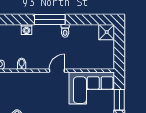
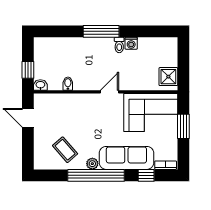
washing machine: (26, 29) -> (131, 43), moved
shower: (107, 32) -> (168, 77), moved

